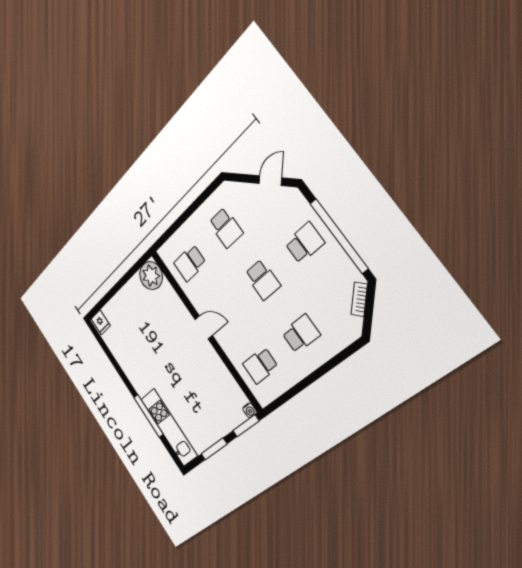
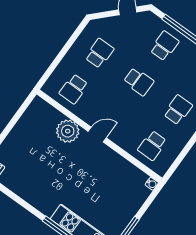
school desk: (226, 228) -> (99, 53), turned -90
plant: (151, 276) -> (68, 131), moved
window: (246, 426) -> (152, 198), removed

